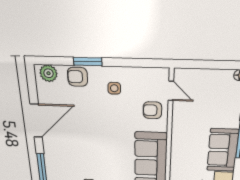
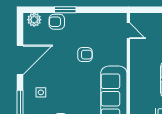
side table: (114, 88) -> (41, 92), moved
armchair: (152, 110) -> (85, 55), moved, turned 180

